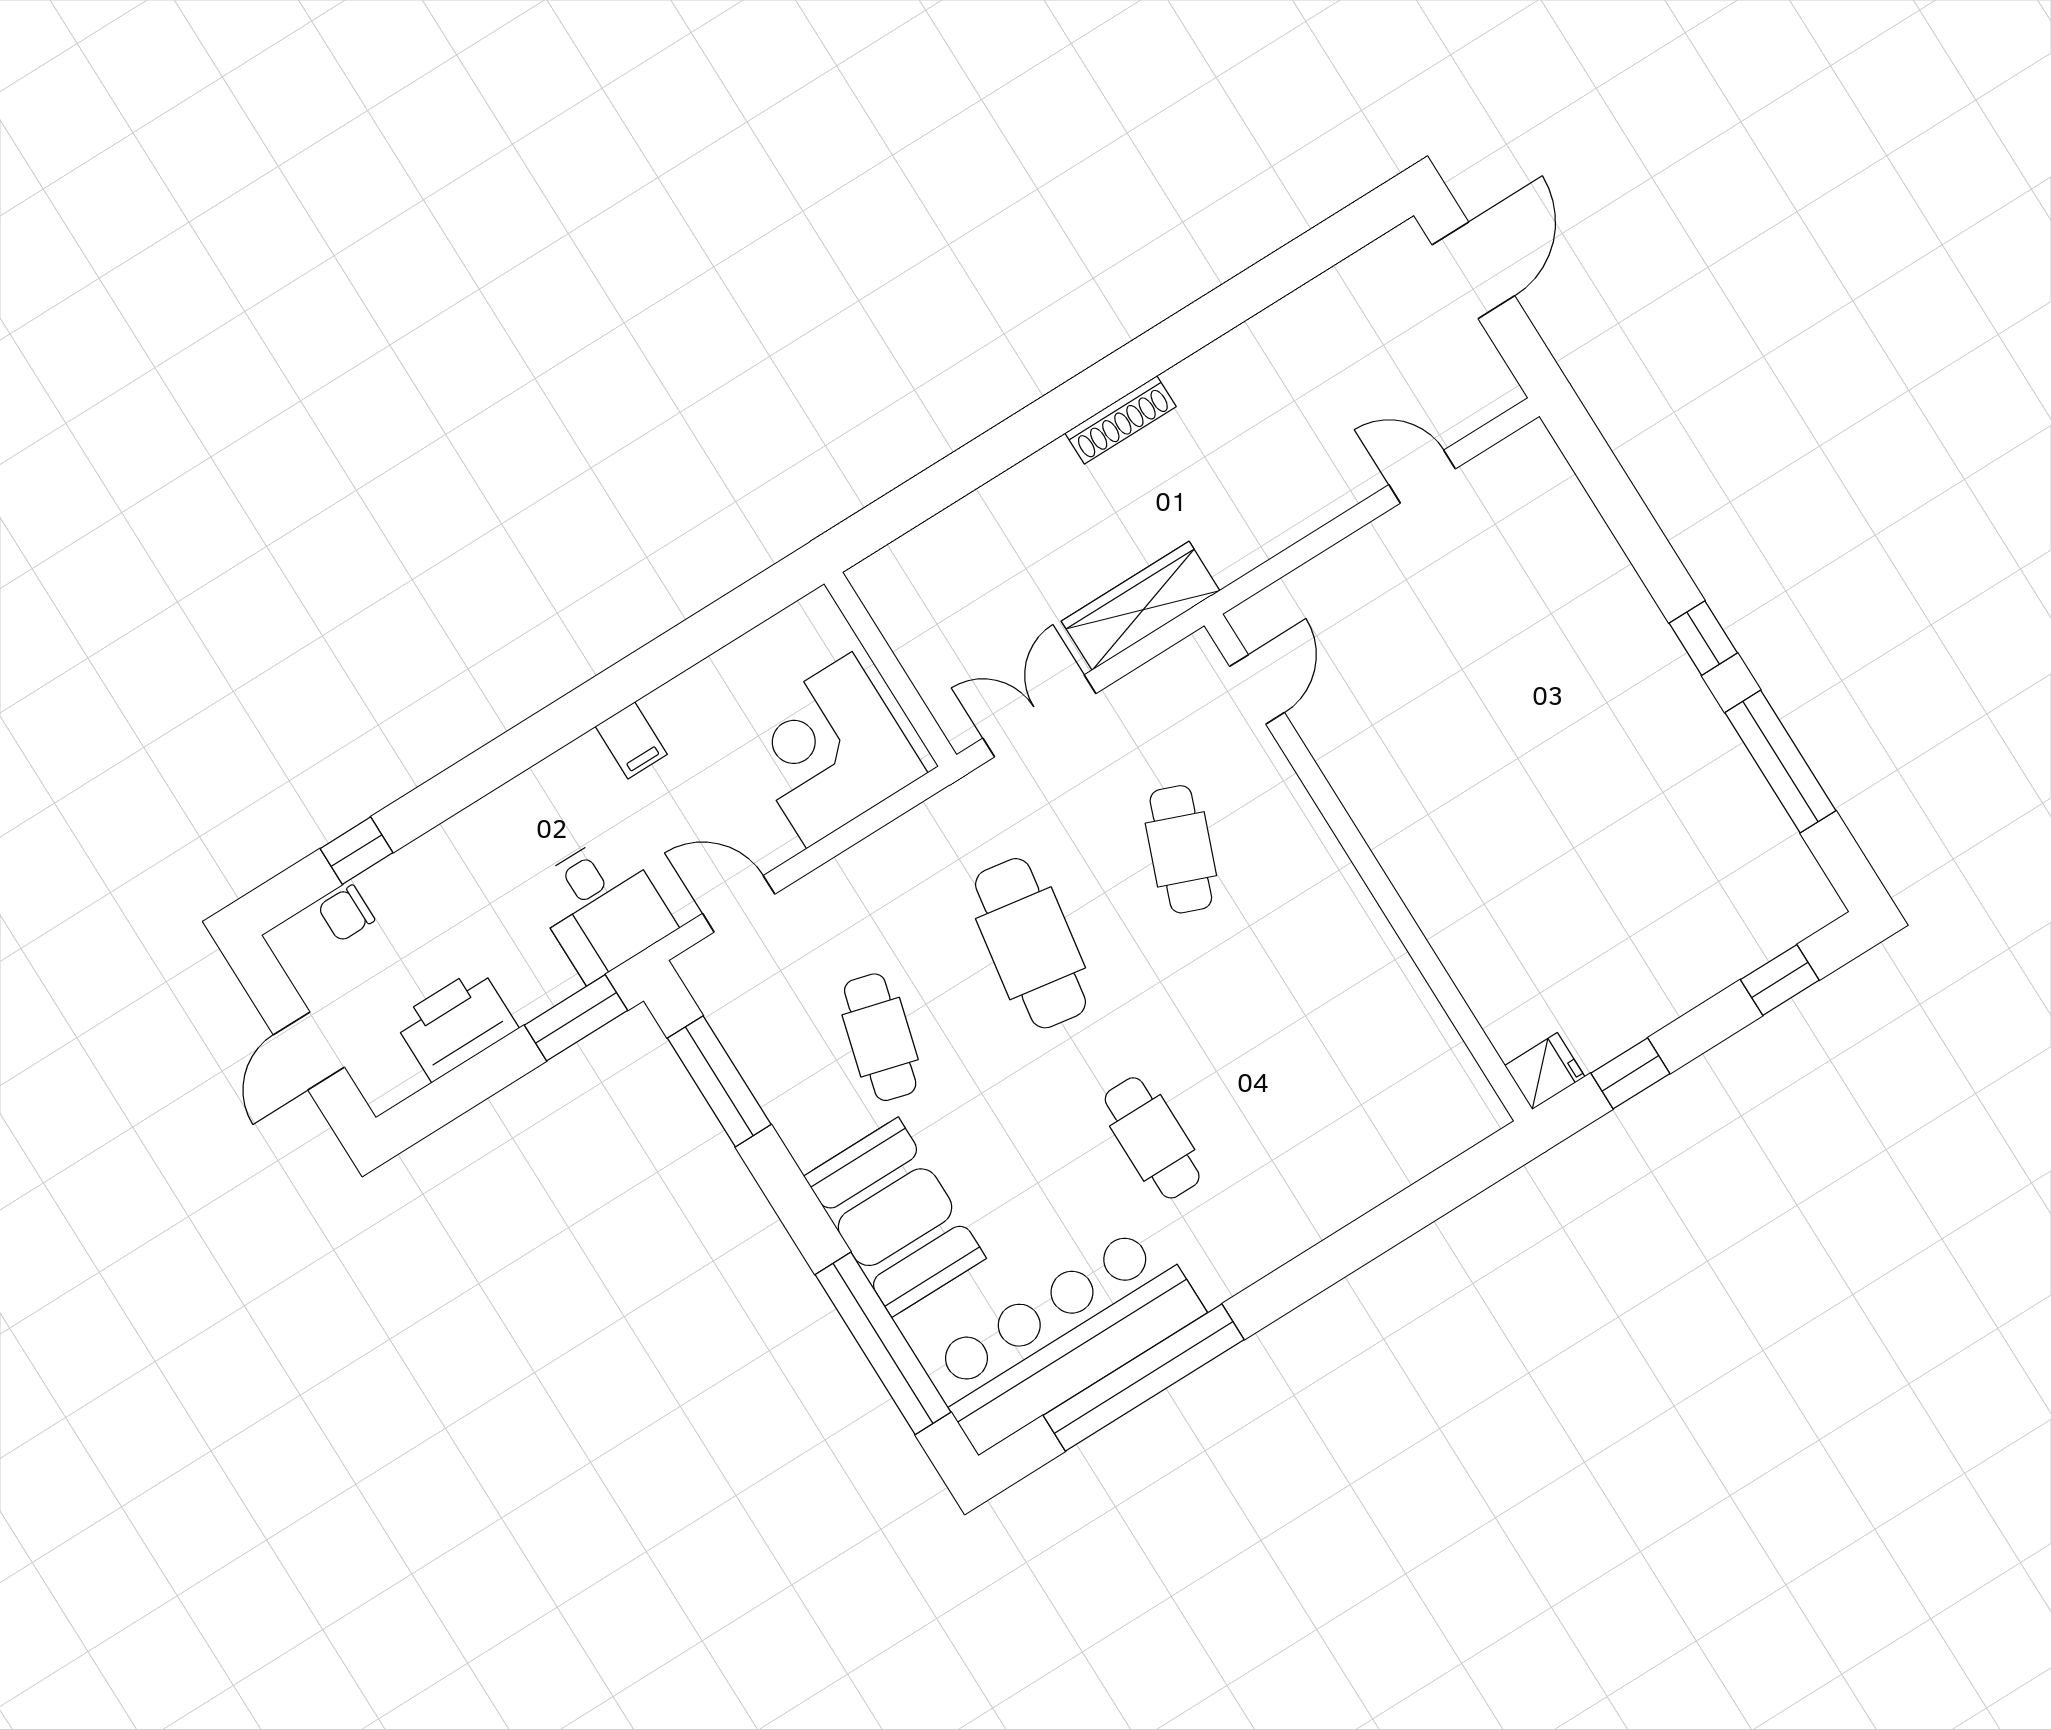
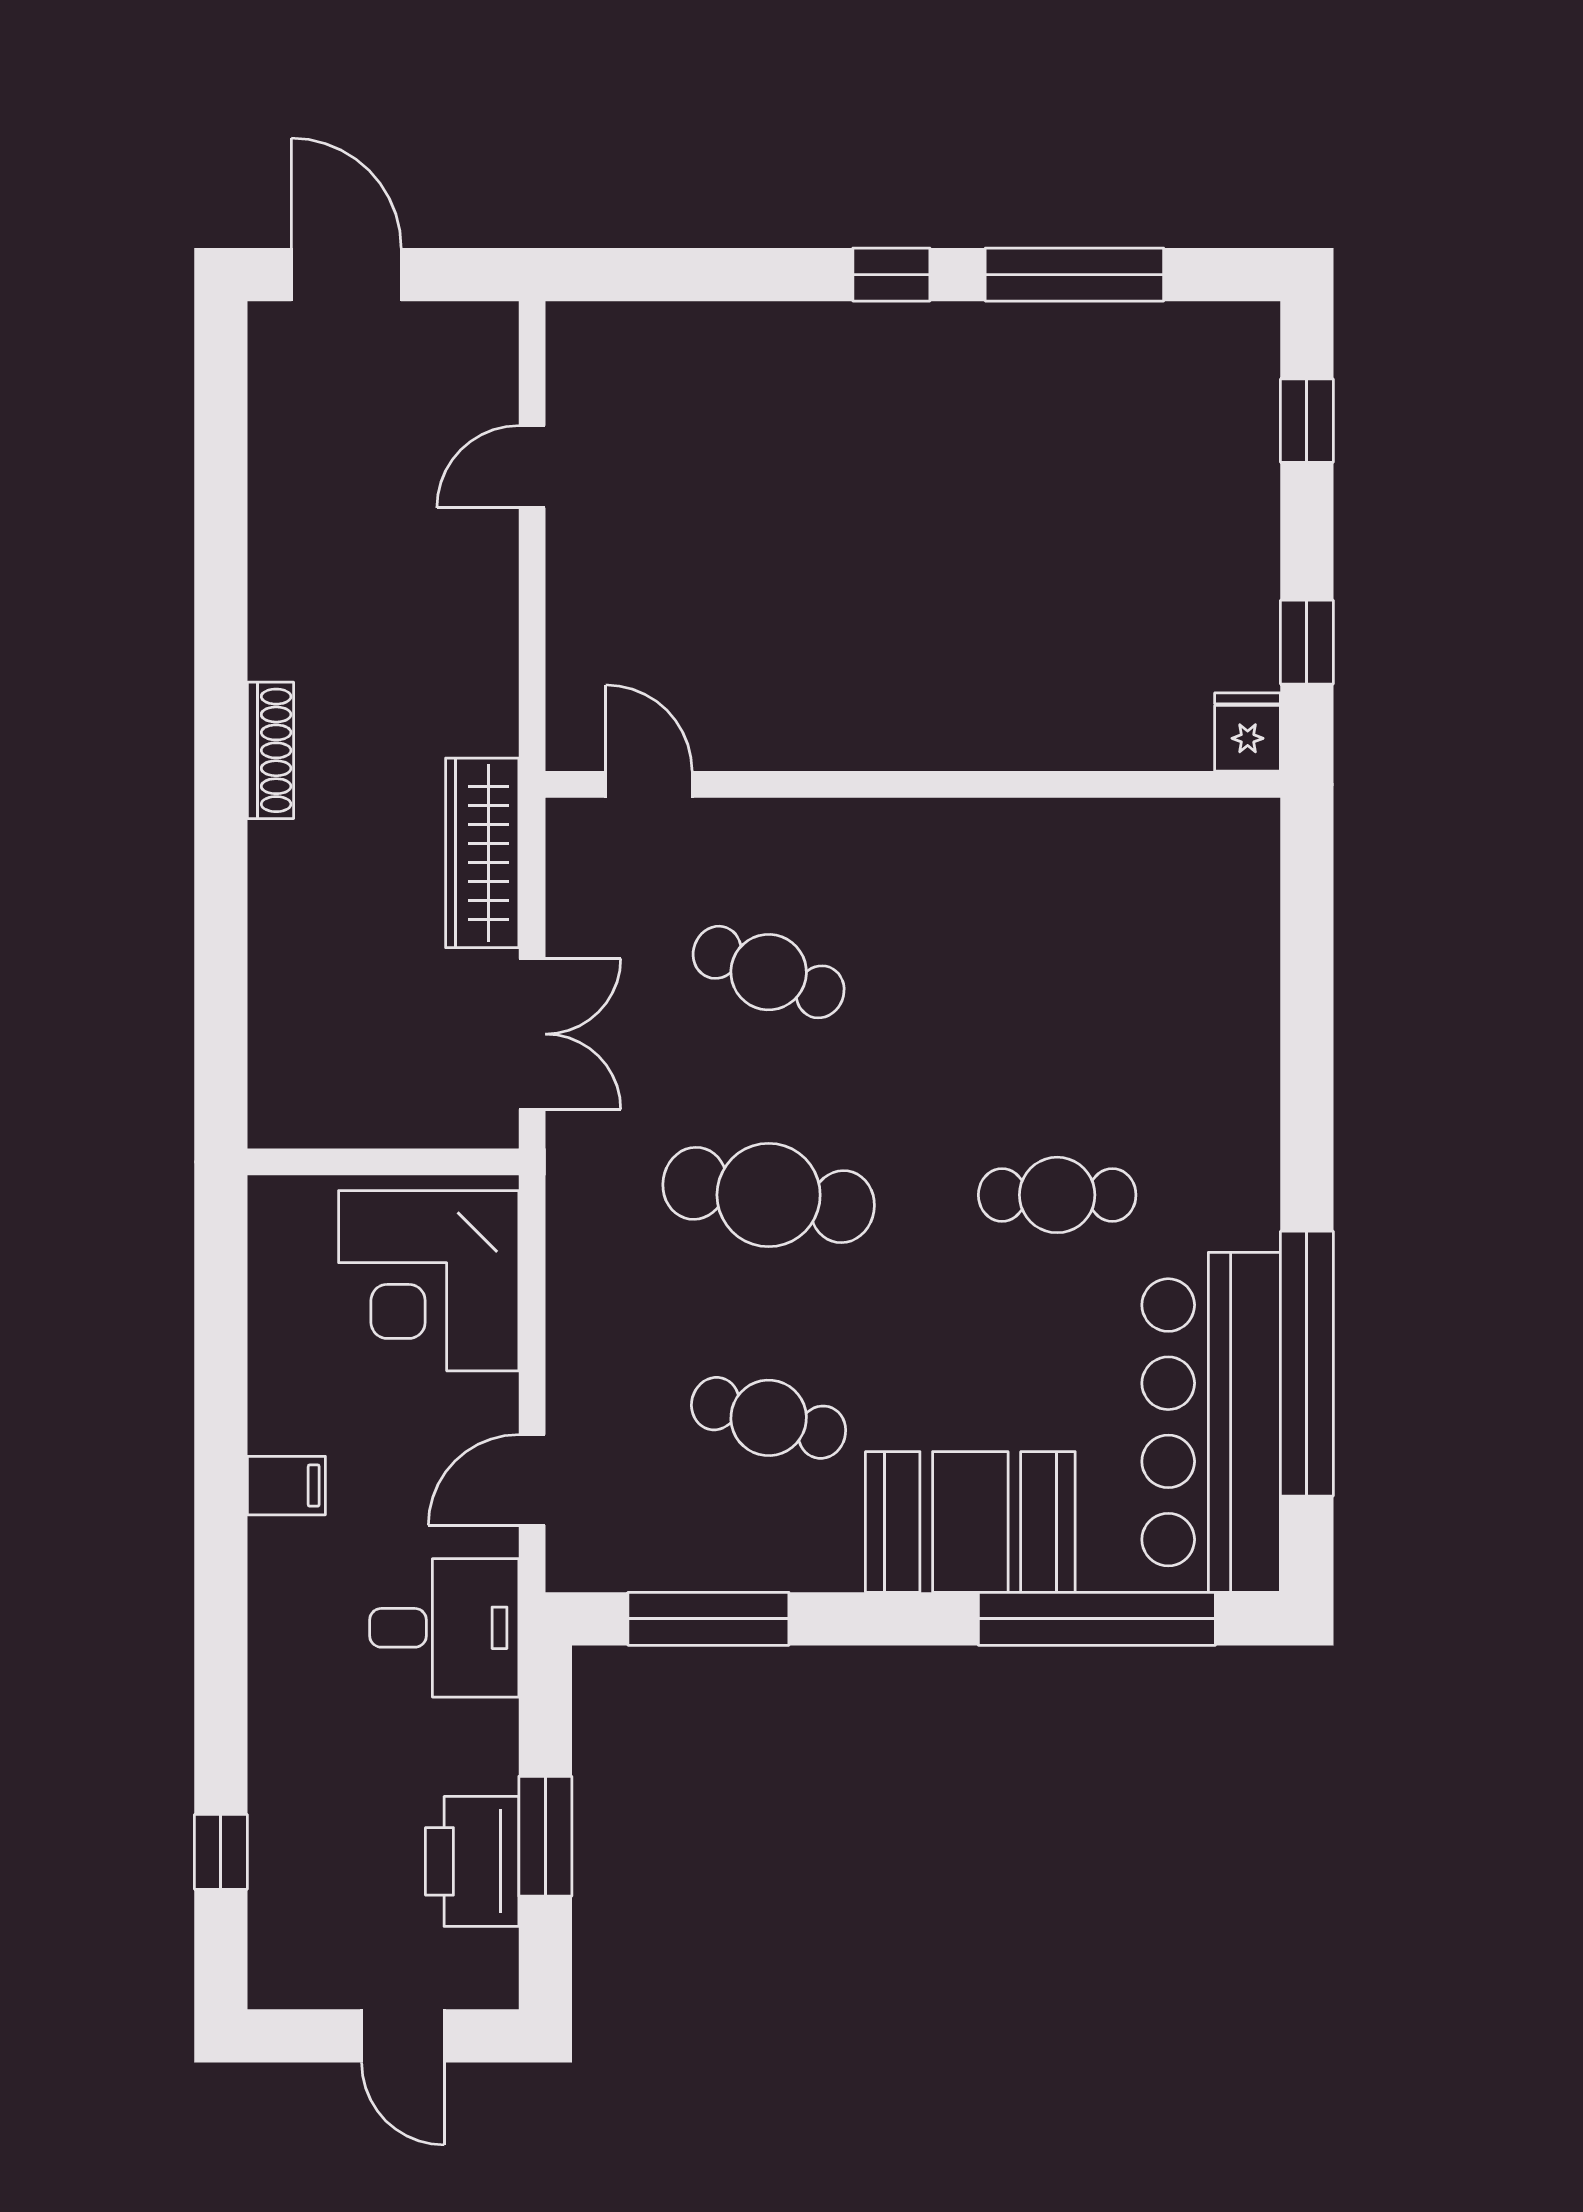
double door: (1039, 716) -> (532, 1034), swing flipped
chair: (346, 913) -> (281, 1905), removed
window: (576, 1018) -> (545, 1836), moved

